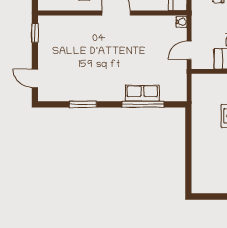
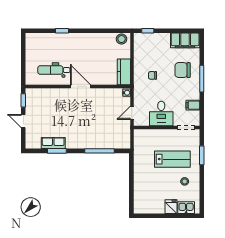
door: (35, 78) -> (23, 121), moved
row of seats: (142, 93) -> (53, 143), moved

